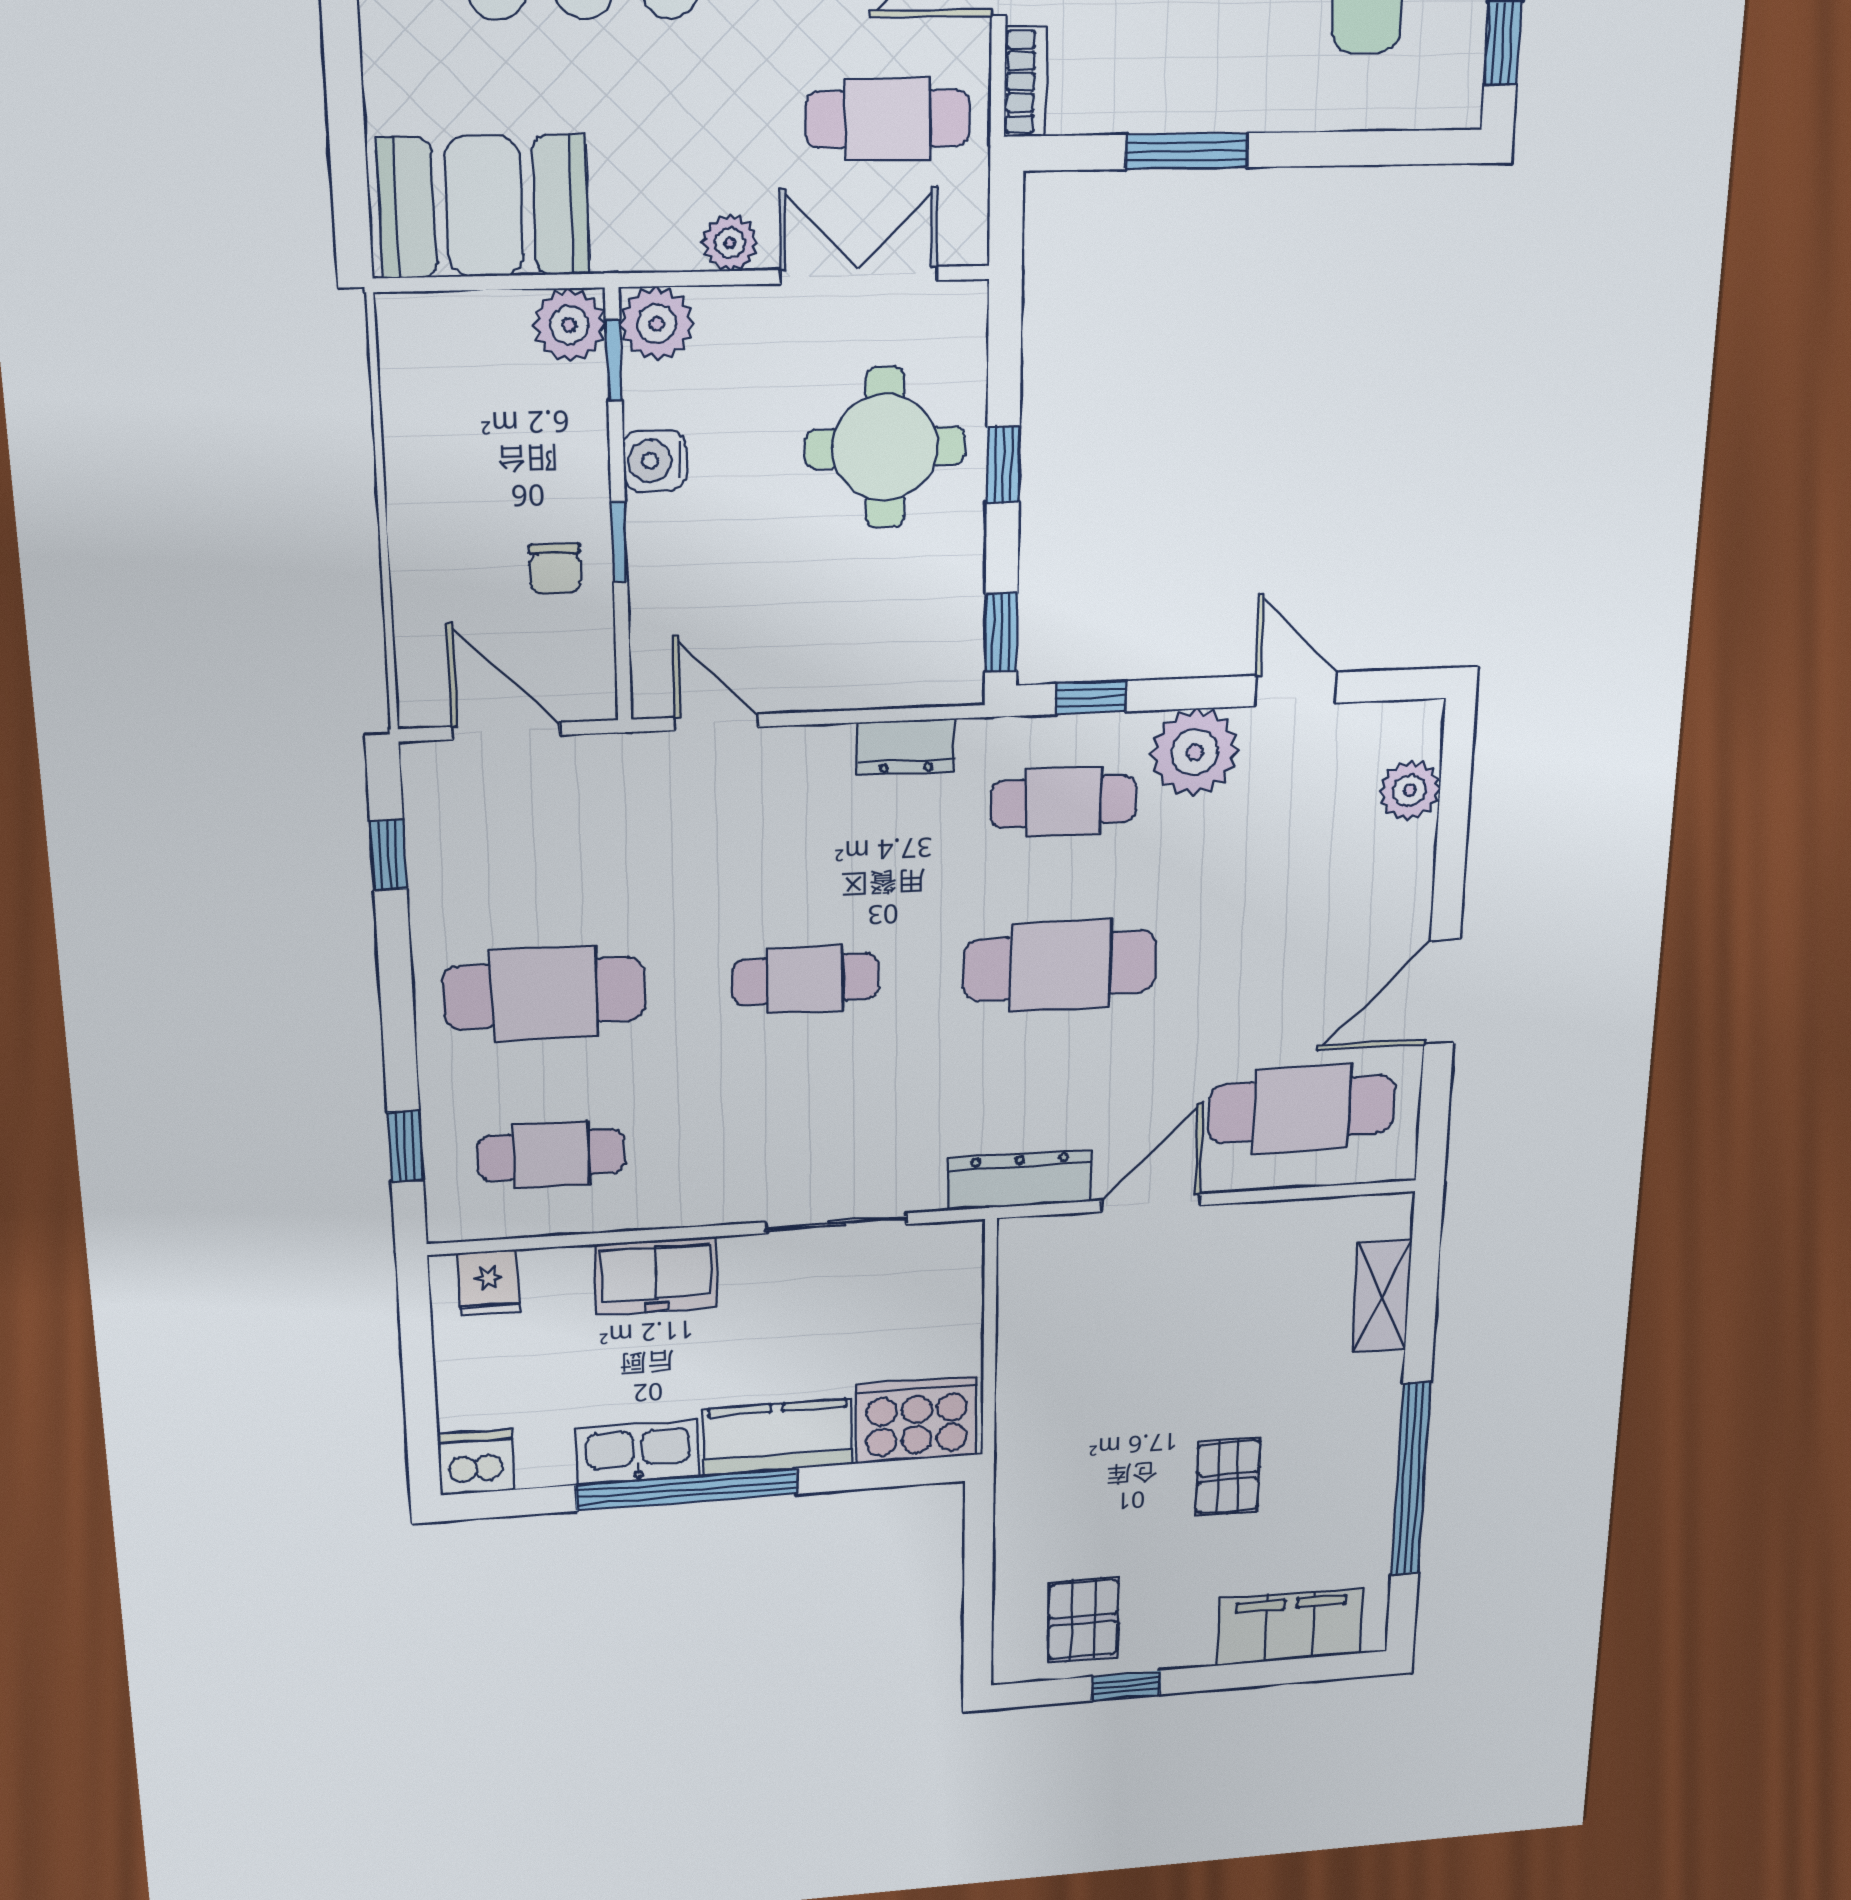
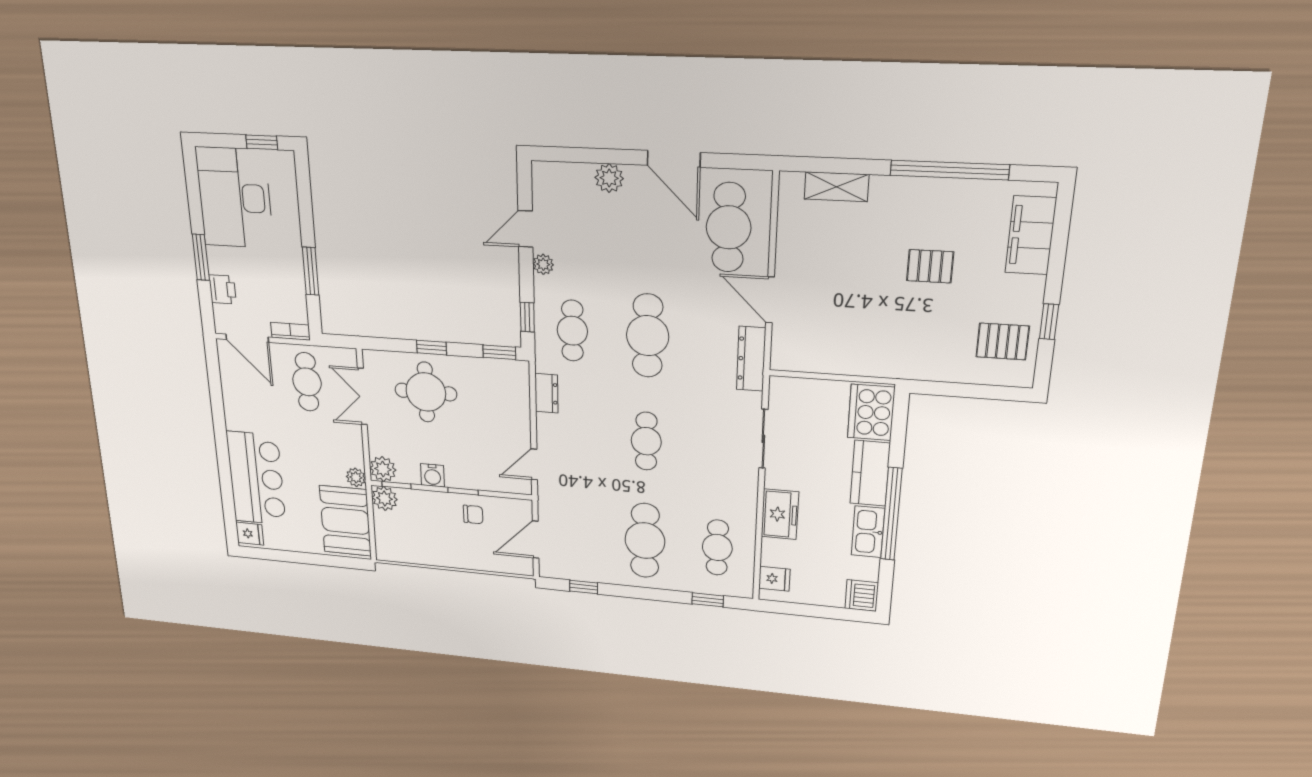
plant: (730, 243) -> (356, 477), moved
plant: (1195, 752) -> (543, 264), width x0.53, depth x0.53
plant: (1410, 790) -> (609, 178), moved

